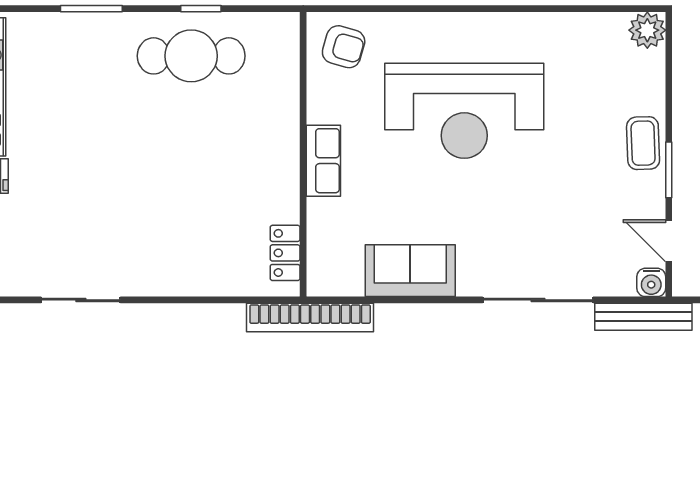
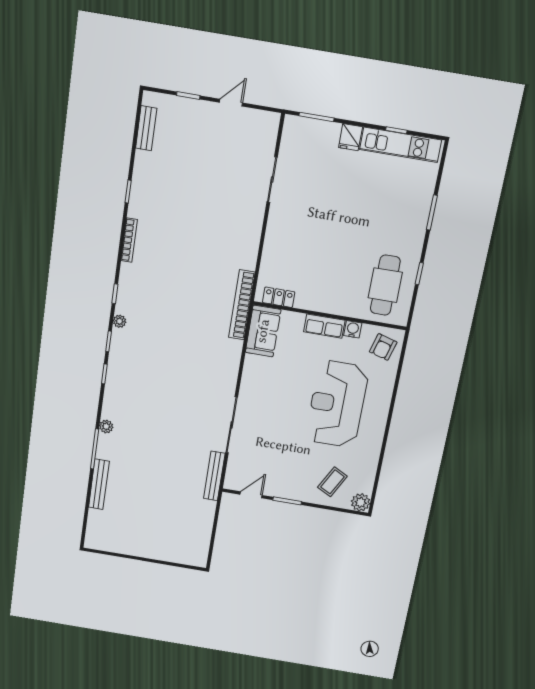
cafe table: (191, 56) -> (385, 285), moved
coffee table: (643, 143) -> (332, 482), moved, turned -60
sofa: (410, 271) -> (263, 331), moved
water cooler: (651, 282) -> (353, 329), moved, turned 90

